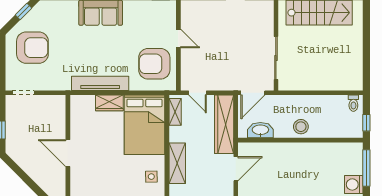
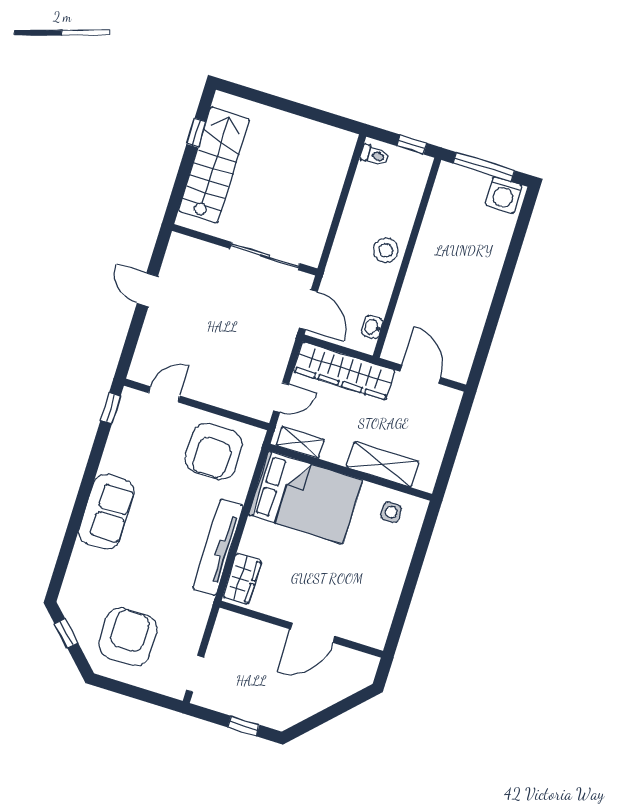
door: (178, 38) -> (164, 394), moved
wardrobe: (109, 103) -> (242, 579), moved
washbasin: (260, 130) -> (372, 327), width x0.52, depth x0.69

